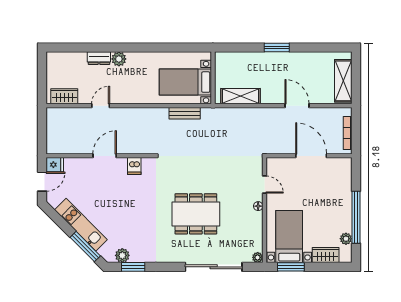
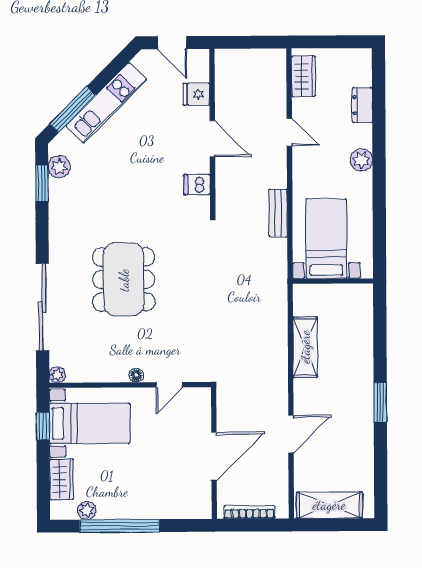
dresser: (99, 58) -> (362, 105), moved
wall: (213, 78) -> (333, 281), moved
bed with nightstands: (185, 82) -> (326, 239), moved
bench: (185, 113) -> (278, 213), moved
fridge: (55, 165) -> (196, 94), moved, turned 90
window: (291, 267) -> (43, 426), width x0.67

